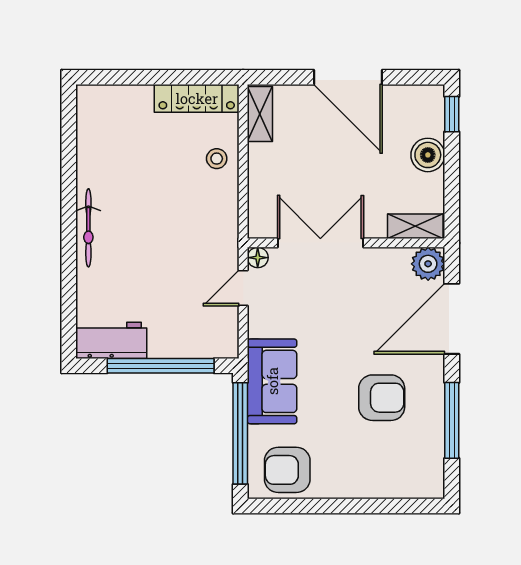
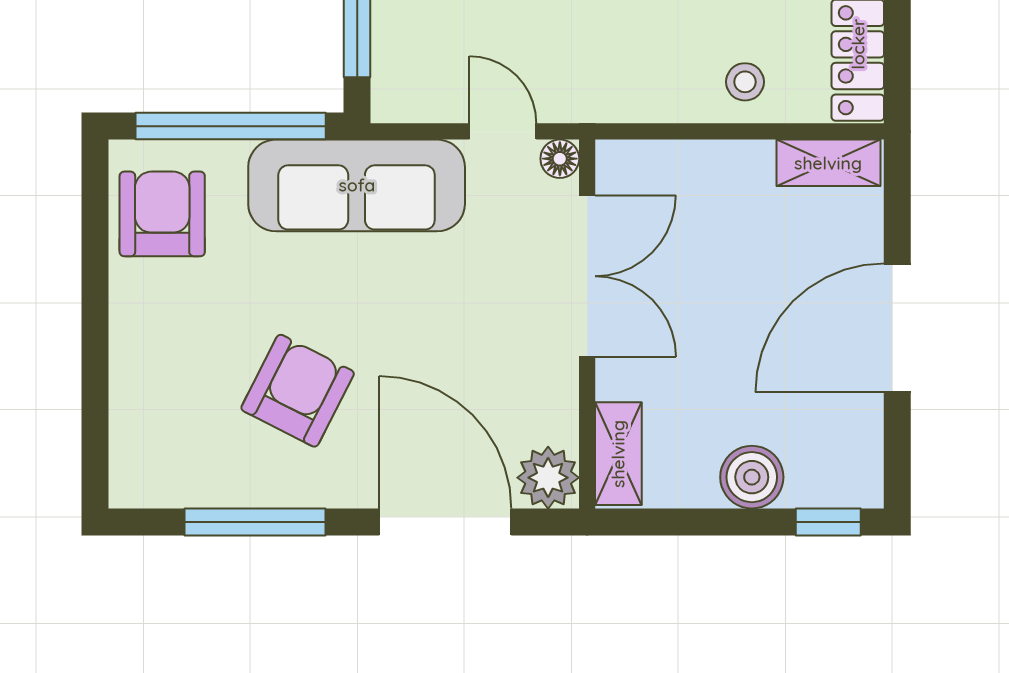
sofa: (272, 381) -> (357, 185), width x1.36
armchair: (382, 398) -> (298, 391), turned -153

